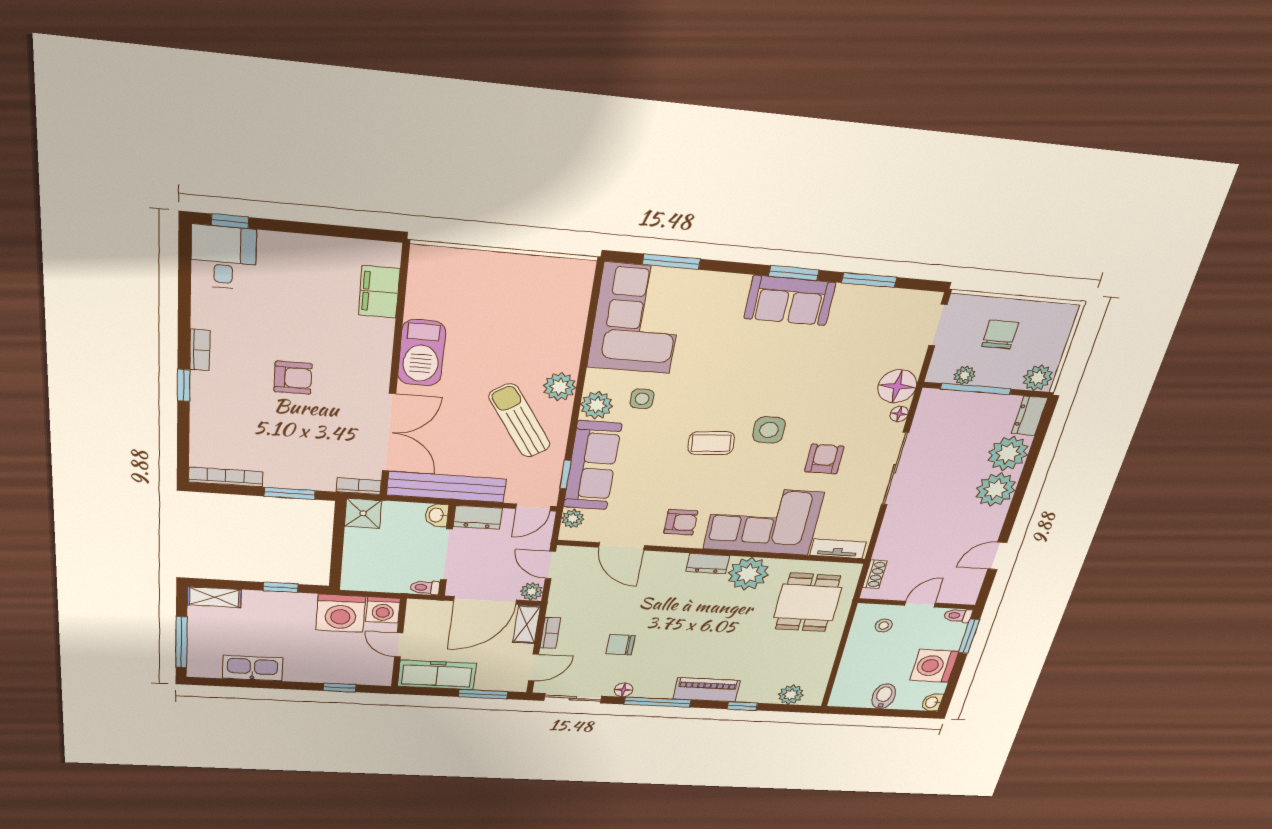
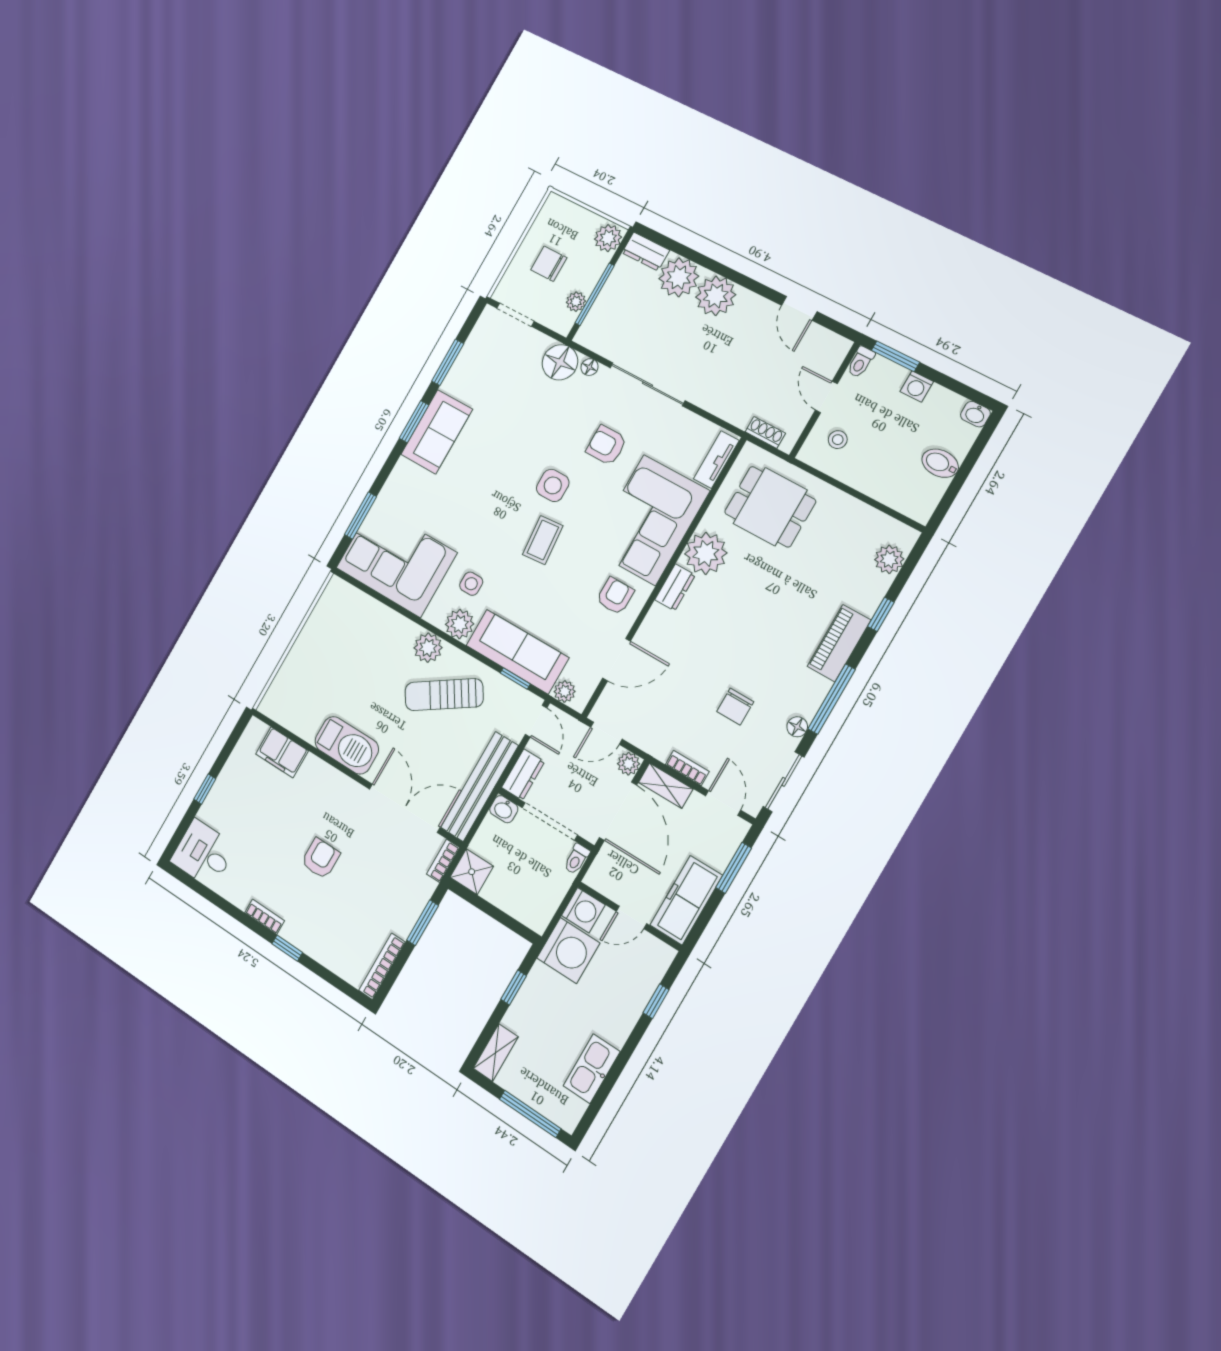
window: (230, 221) -> (205, 789), moved
washing machine: (934, 666) -> (917, 386), width x0.53, depth x0.53

